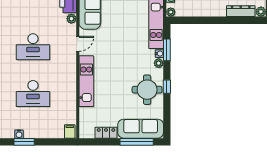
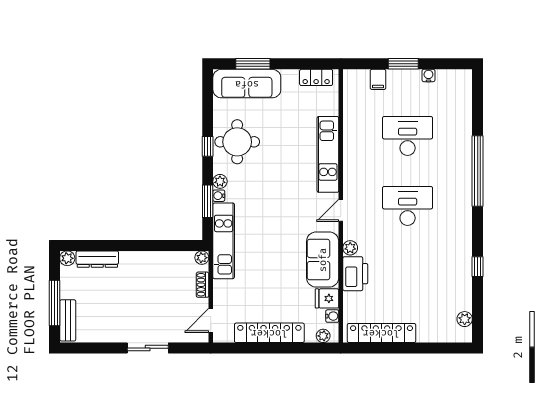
filing cabinet: (70, 131) -> (378, 79), moved
locker: (106, 133) -> (316, 77), moved
window: (24, 142) -> (403, 64), moved
window: (137, 142) -> (253, 64), width x0.69

